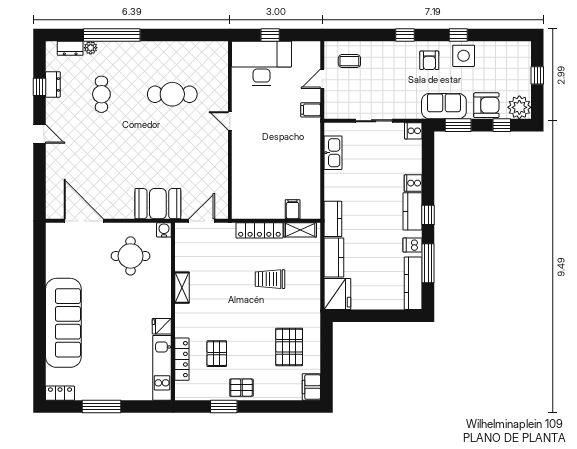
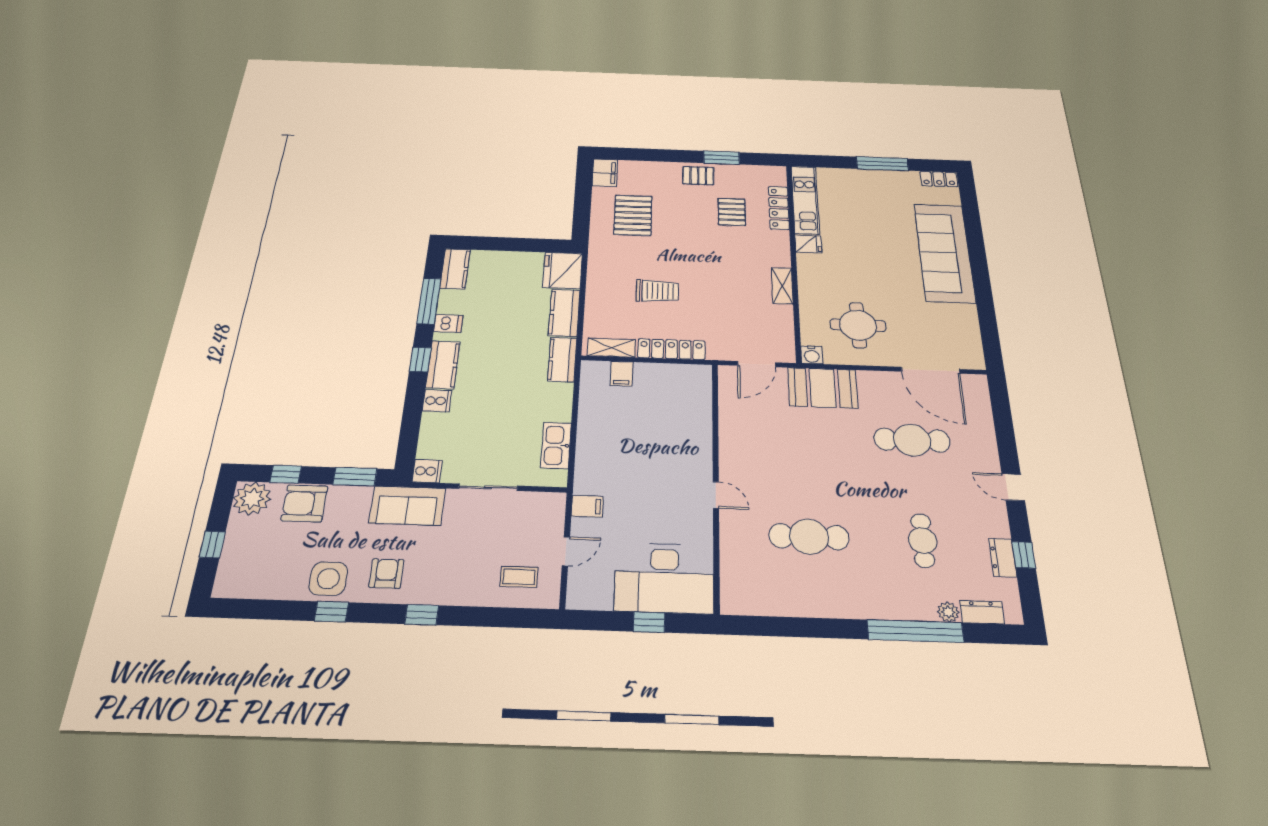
sofa: (444, 106) -> (407, 506), moved
cafe table: (101, 166) -> (912, 440), added
kitchen counter: (413, 283) -> (455, 269), width x0.67

